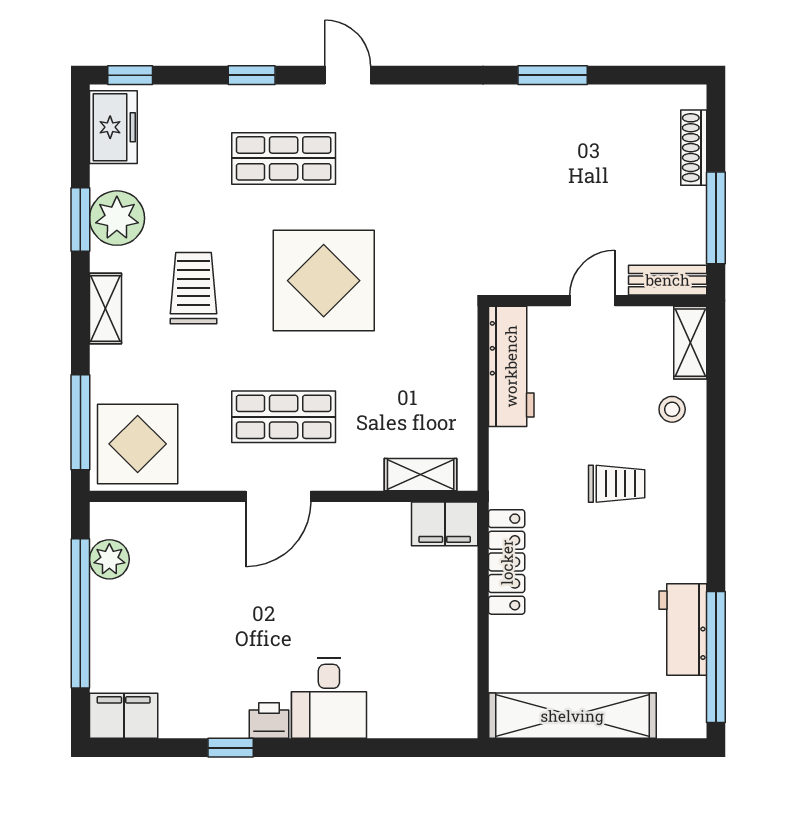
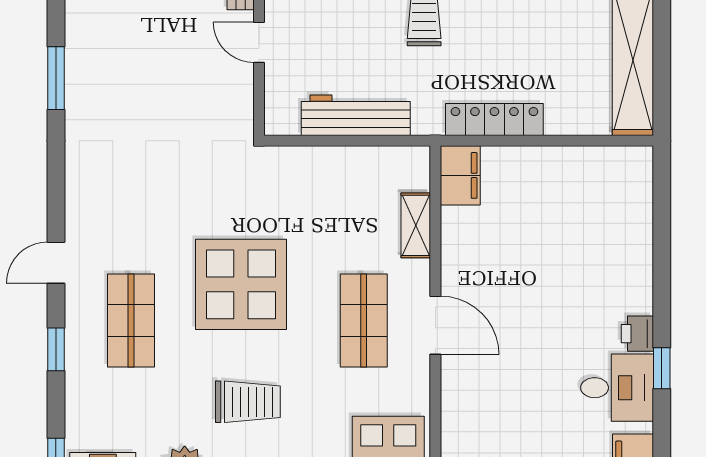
trolley: (193, 288) -> (248, 402), turned 180
workbench: (511, 366) -> (356, 115), moved
shelving: (421, 475) -> (416, 225), moved
desk: (329, 698) -> (617, 388), moved

